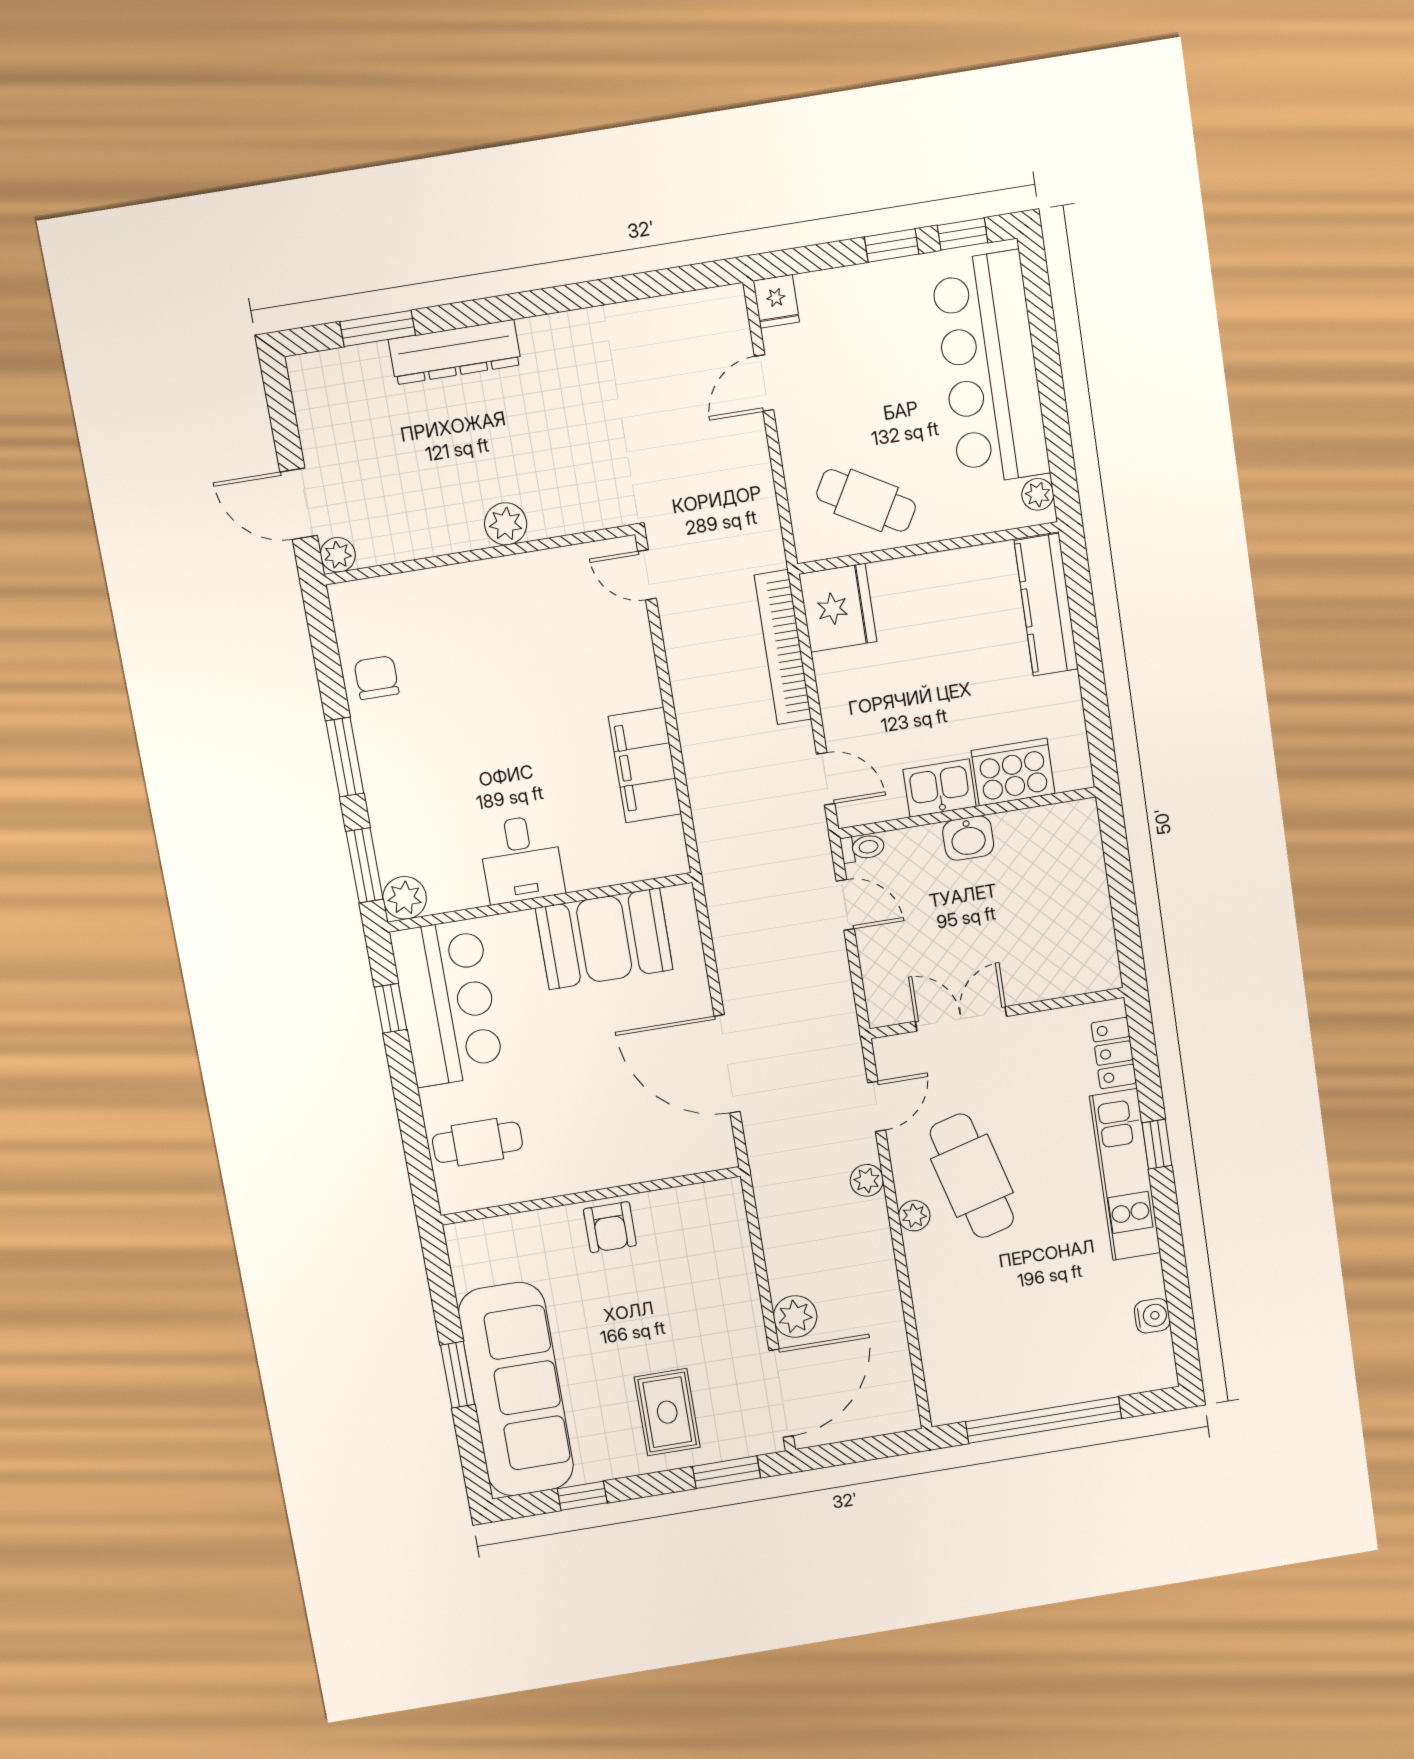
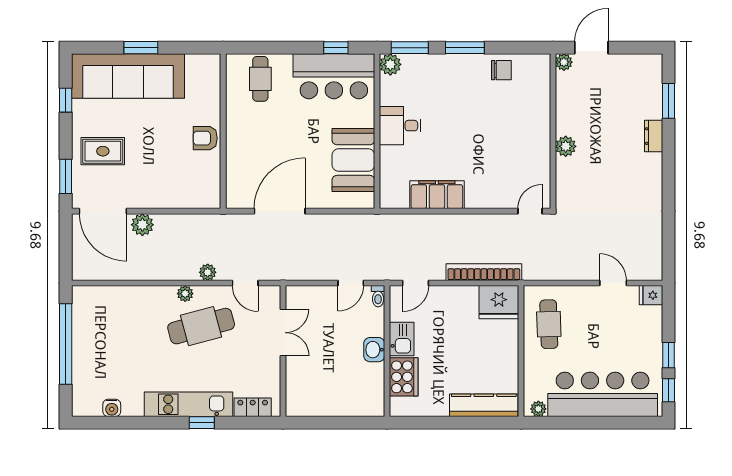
dresser: (455, 352) -> (654, 136), width x0.51, depth x0.80
cafe table: (866, 500) -> (549, 324), turned -32

